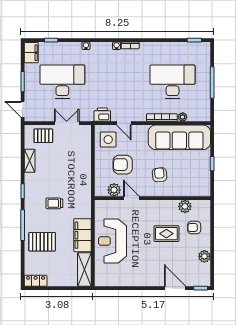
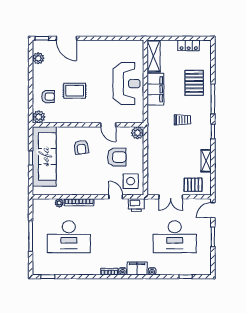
filing cabinet: (31, 53) -> (137, 268), moved, turned 90
door: (23, 109) -> (213, 210), swing flipped
sofa: (179, 137) -> (44, 156), moved, turned 90
plant: (114, 190) -> (137, 133), moved
plant: (185, 206) -> (39, 117), moved
pallet: (42, 242) -> (194, 83), turned 90
plant: (204, 256) -> (38, 58), moved
locker: (36, 281) -> (189, 45), moved

